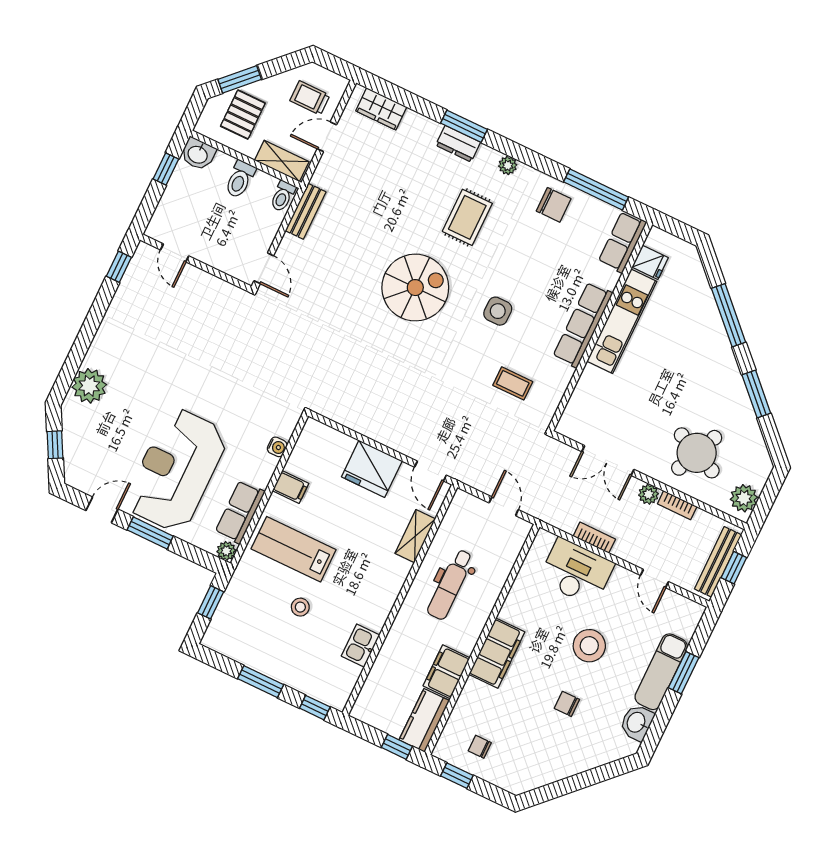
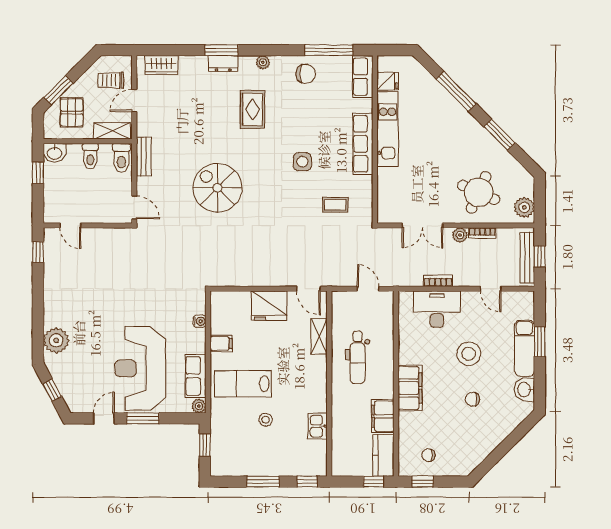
toilet: (283, 196) -> (121, 158), width x1.37, depth x1.39
spiral stairs: (415, 288) -> (217, 188), moved, turned -90

